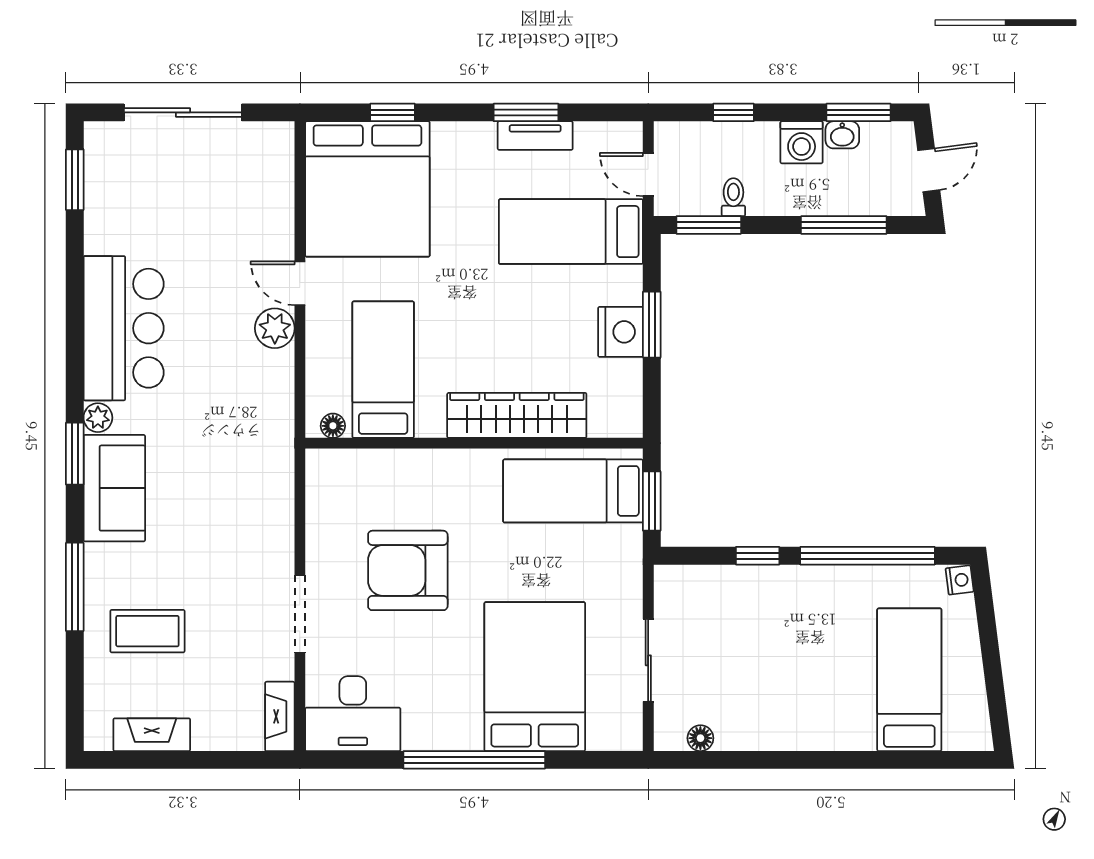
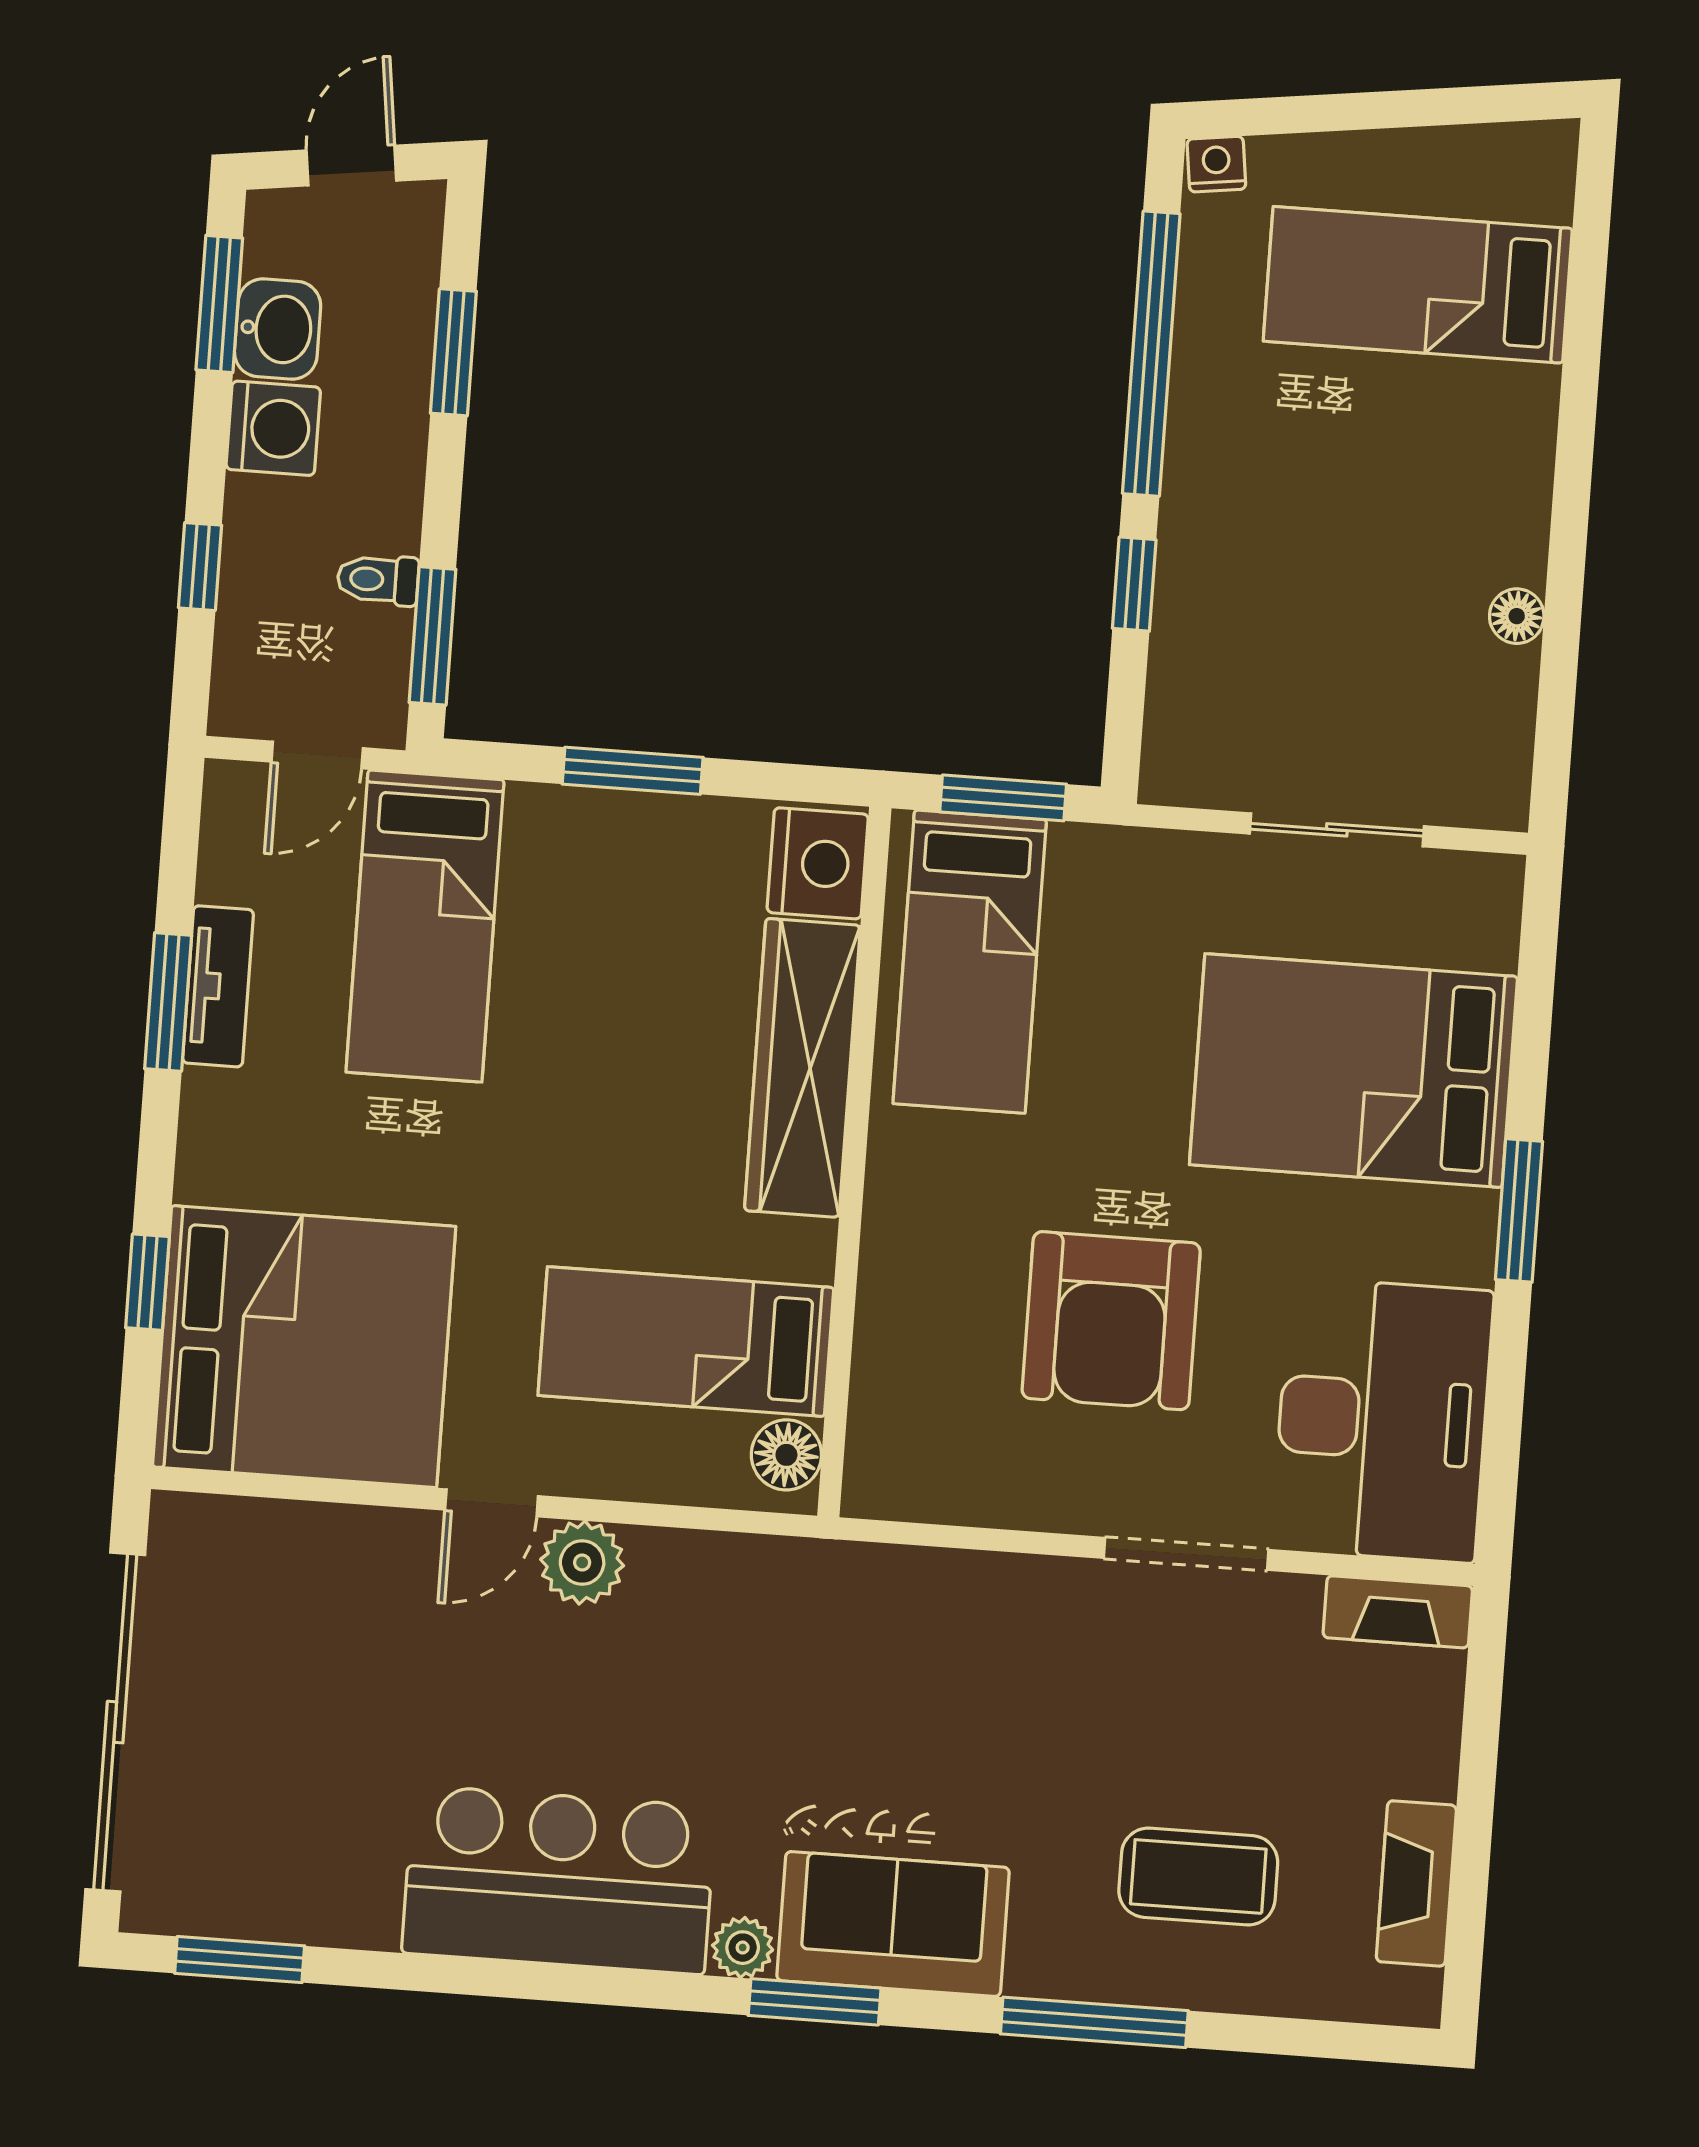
sliding door: (183, 112) -> (115, 1722), width x1.36
washbasin: (842, 135) -> (278, 329), width x1.38, depth x1.45
door: (929, 170) -> (351, 166), hinge flipped
window: (844, 225) -> (453, 352), width x0.69
nightstand: (621, 332) -> (818, 863), moved, turned 90
floor lamp: (333, 426) -> (786, 1455), width x1.37, depth x1.37
coffee table: (147, 631) -> (1198, 1876), turned 90
desk: (353, 714) -> (1382, 1420), width x1.36, depth x1.30
floor lamp: (700, 738) -> (1517, 616), moved
window: (474, 760) -> (1519, 1210), width x0.47

